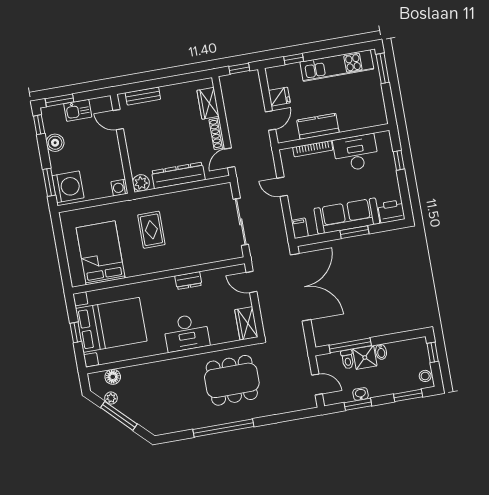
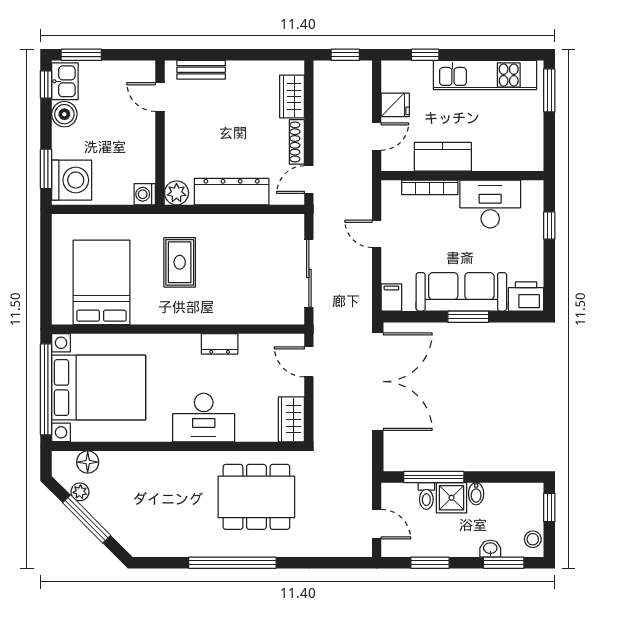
kitchen sink: (78, 110) -> (65, 81), moved, turned -90
window: (76, 332) -> (46, 389), width x3.17
washbasin: (361, 394) -> (490, 549), moved

